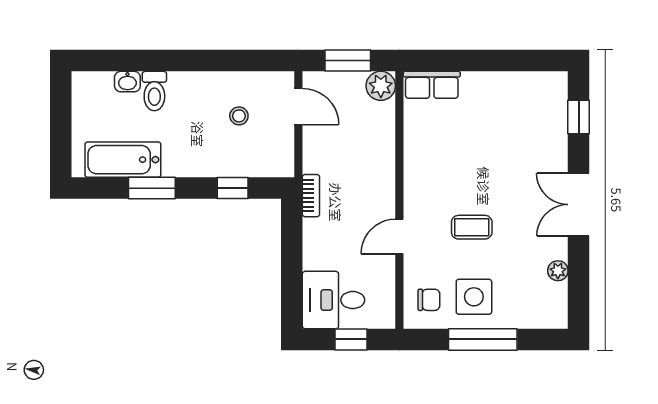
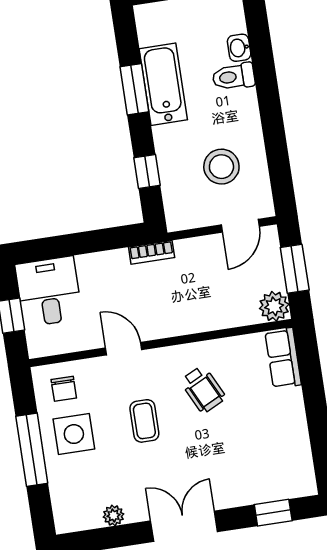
stool: (239, 116) -> (221, 167), width x1.89, depth x1.89
bathtub: (123, 160) -> (163, 84), moved
wheelchair: (450, 166) -> (203, 389), added

